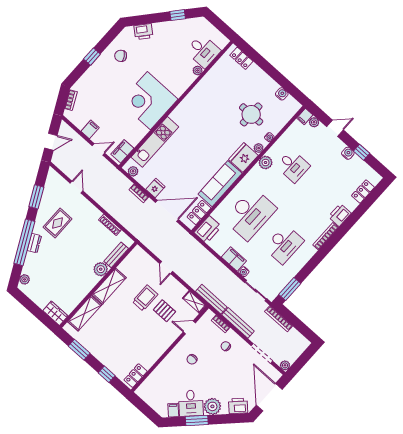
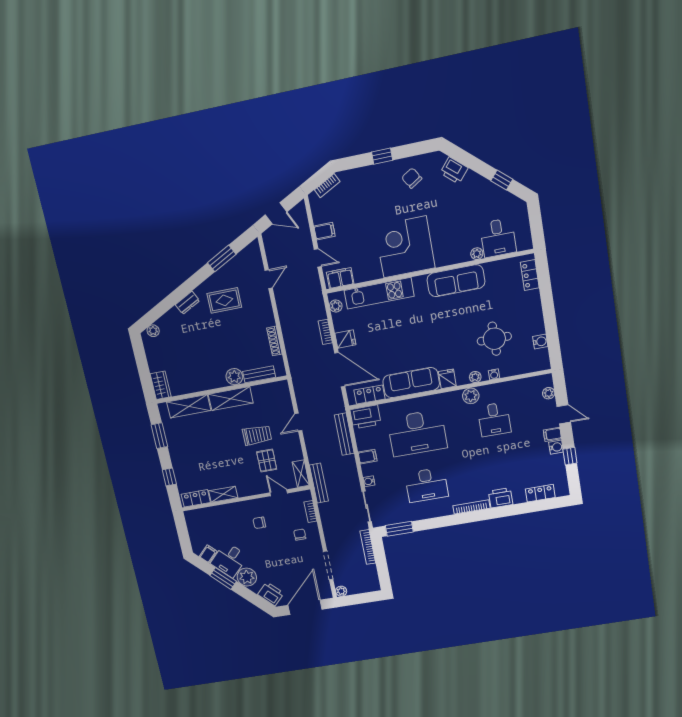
sofa: (198, 97) -> (456, 281), added
filing cabinet: (305, 116) -> (552, 434), moved
fridge: (243, 157) -> (447, 379), width x0.53, depth x0.75
window: (24, 242) -> (178, 295), removed
filing cabinet: (234, 259) -> (368, 457), width x0.50
bench: (238, 323) -> (344, 434), moved
shelving: (152, 358) -> (223, 494), added

